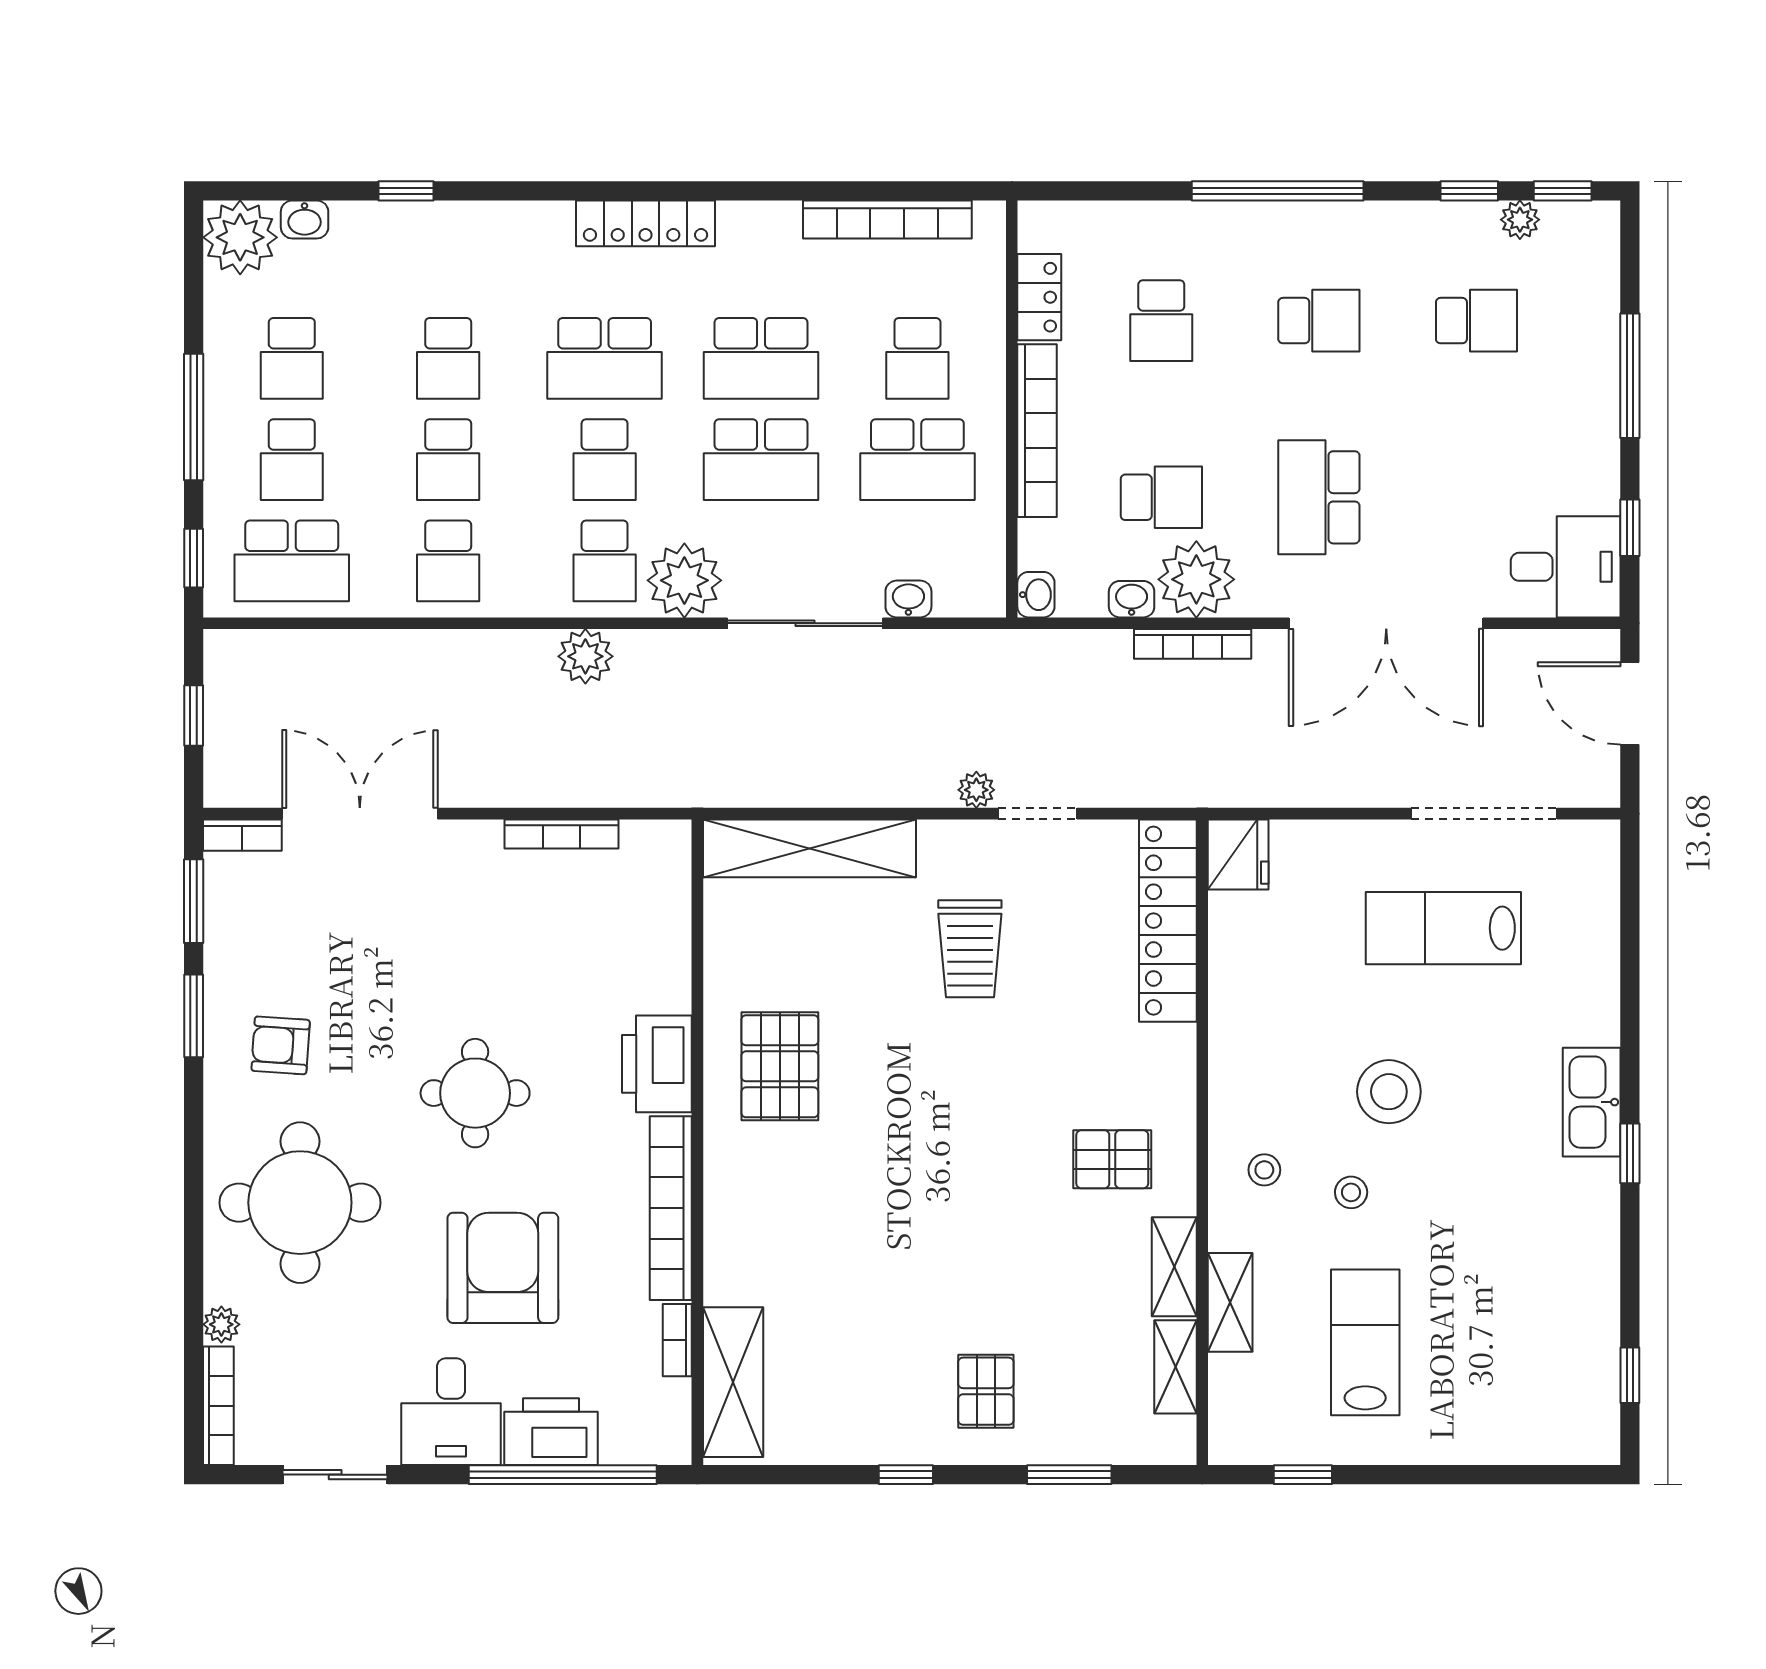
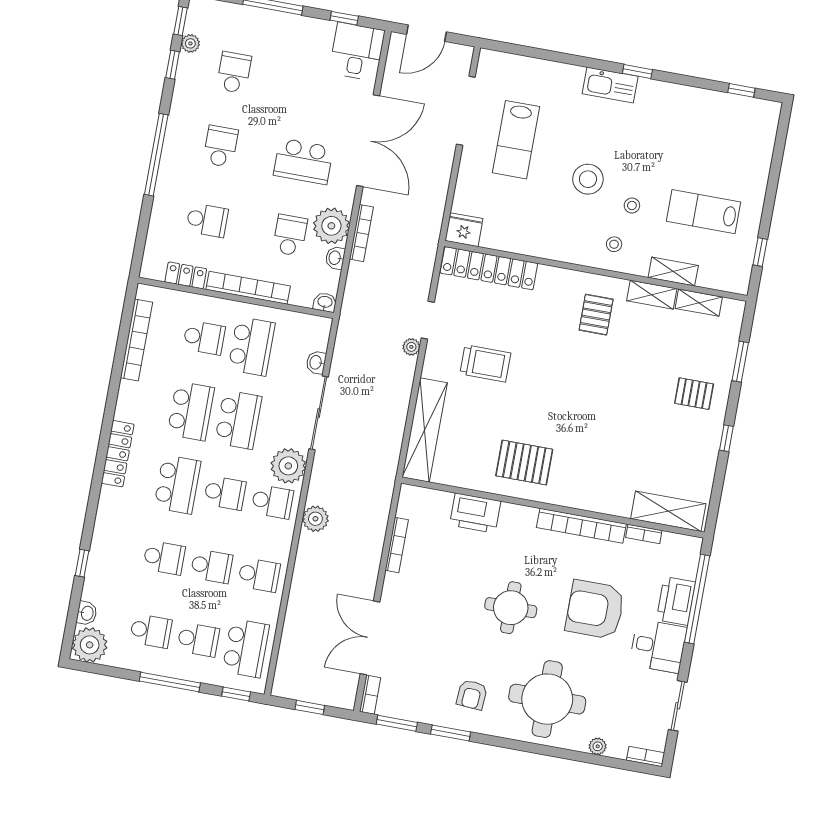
printer: (657, 1064) -> (475, 513), moved
bookcase: (218, 1406) -> (646, 756), width x0.64

